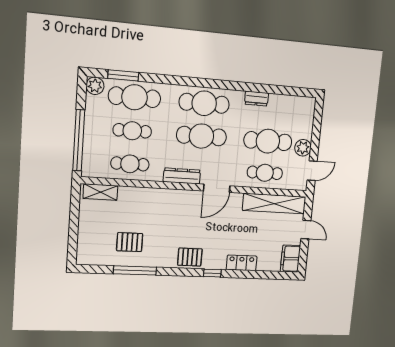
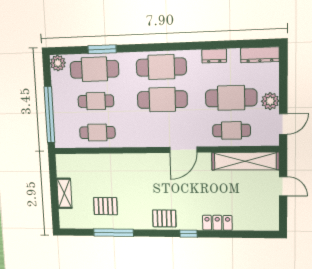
window: (123, 75) -> (102, 49), moved
dresser: (182, 176) -> (260, 55), moved, turned 180
shelving: (100, 192) -> (64, 193), moved, turned 90
filing cabinet: (290, 259) -> (269, 217), removed

